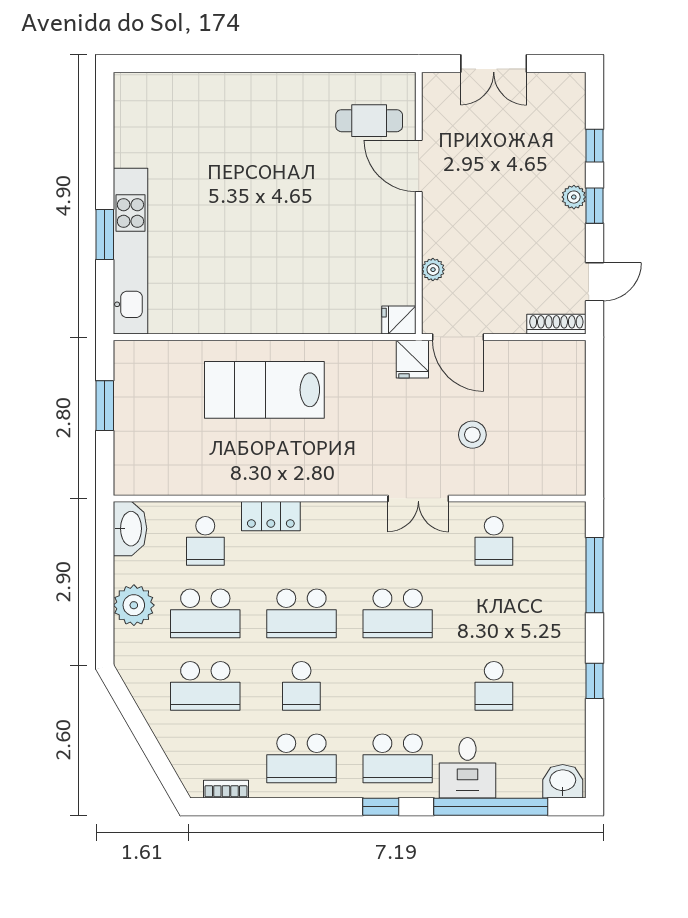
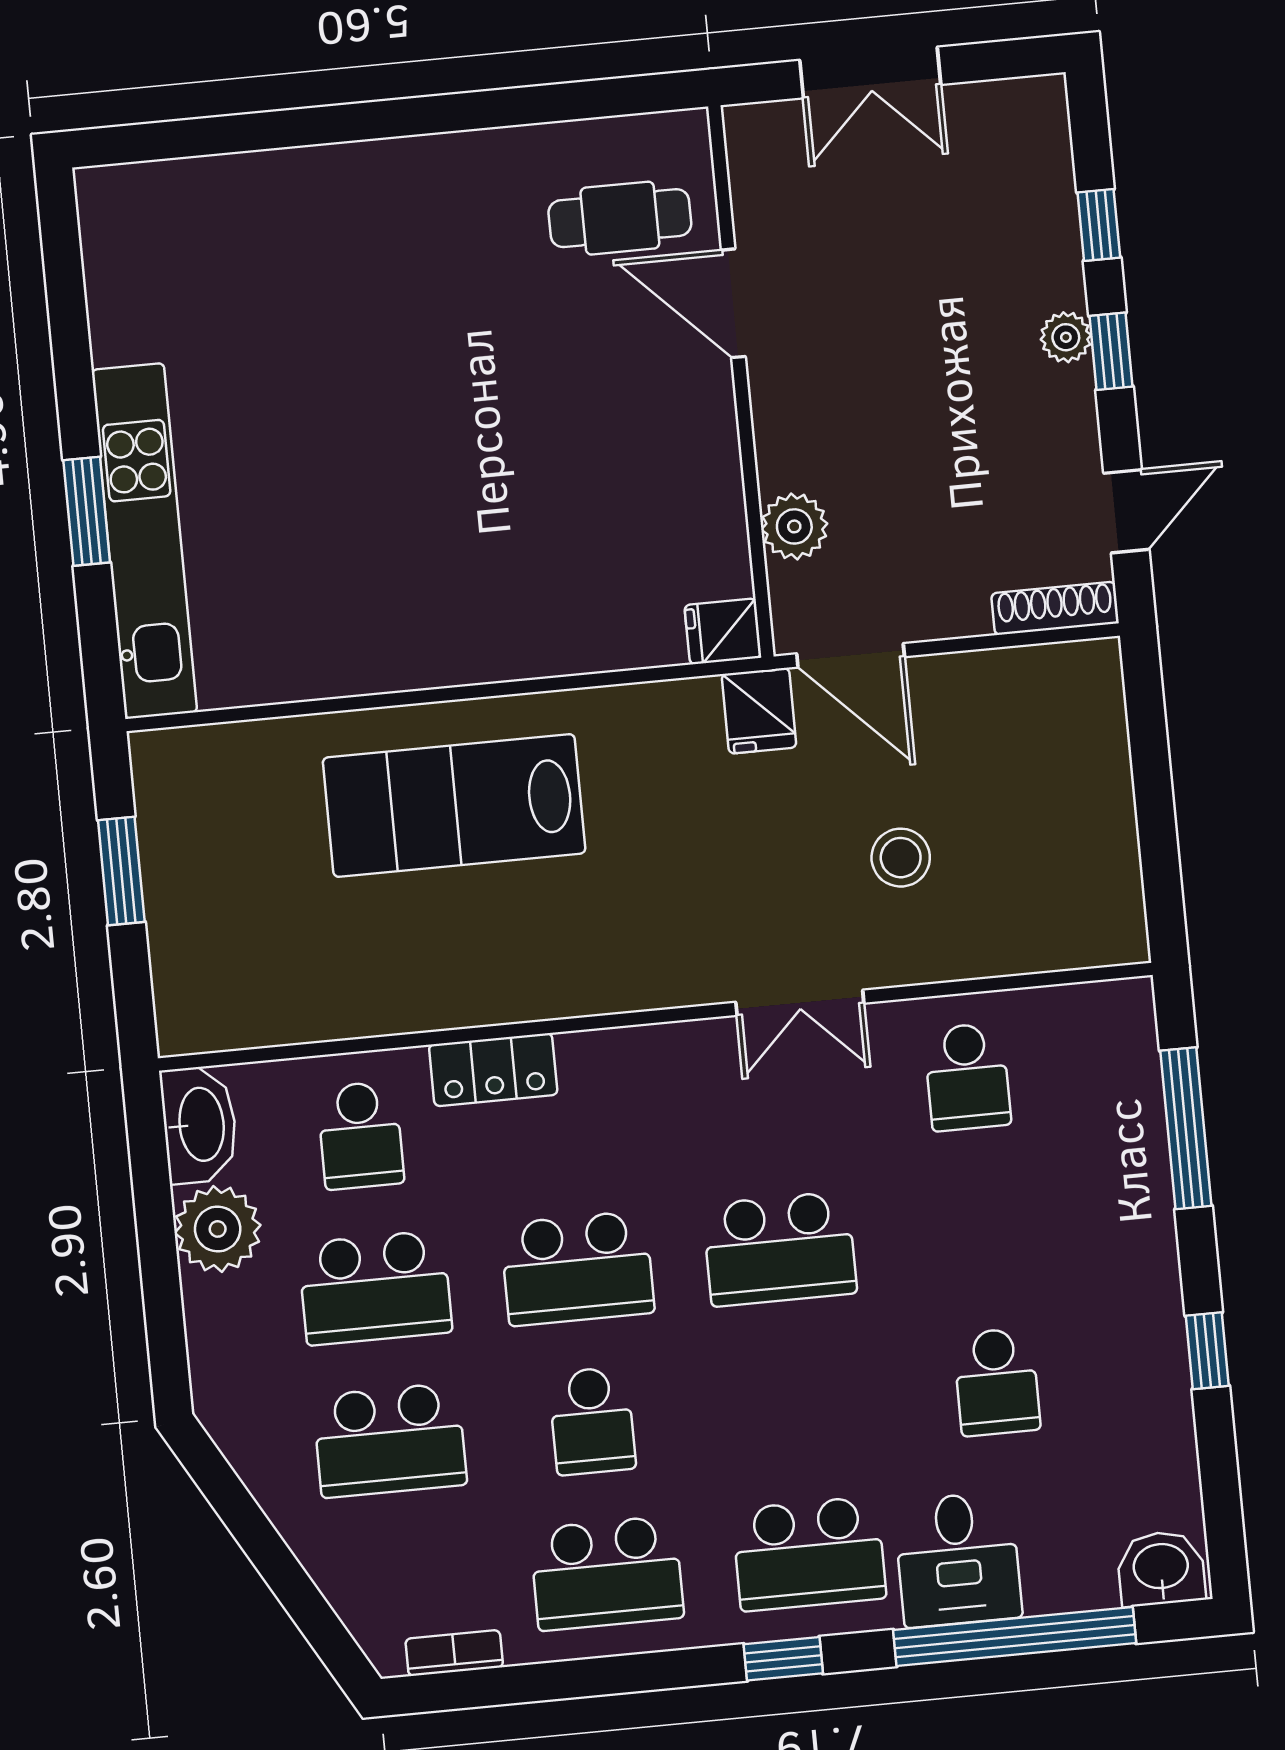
plant: (433, 270) -> (794, 526), width x1.38, depth x1.38
plant: (134, 605) -> (218, 1229), moved

